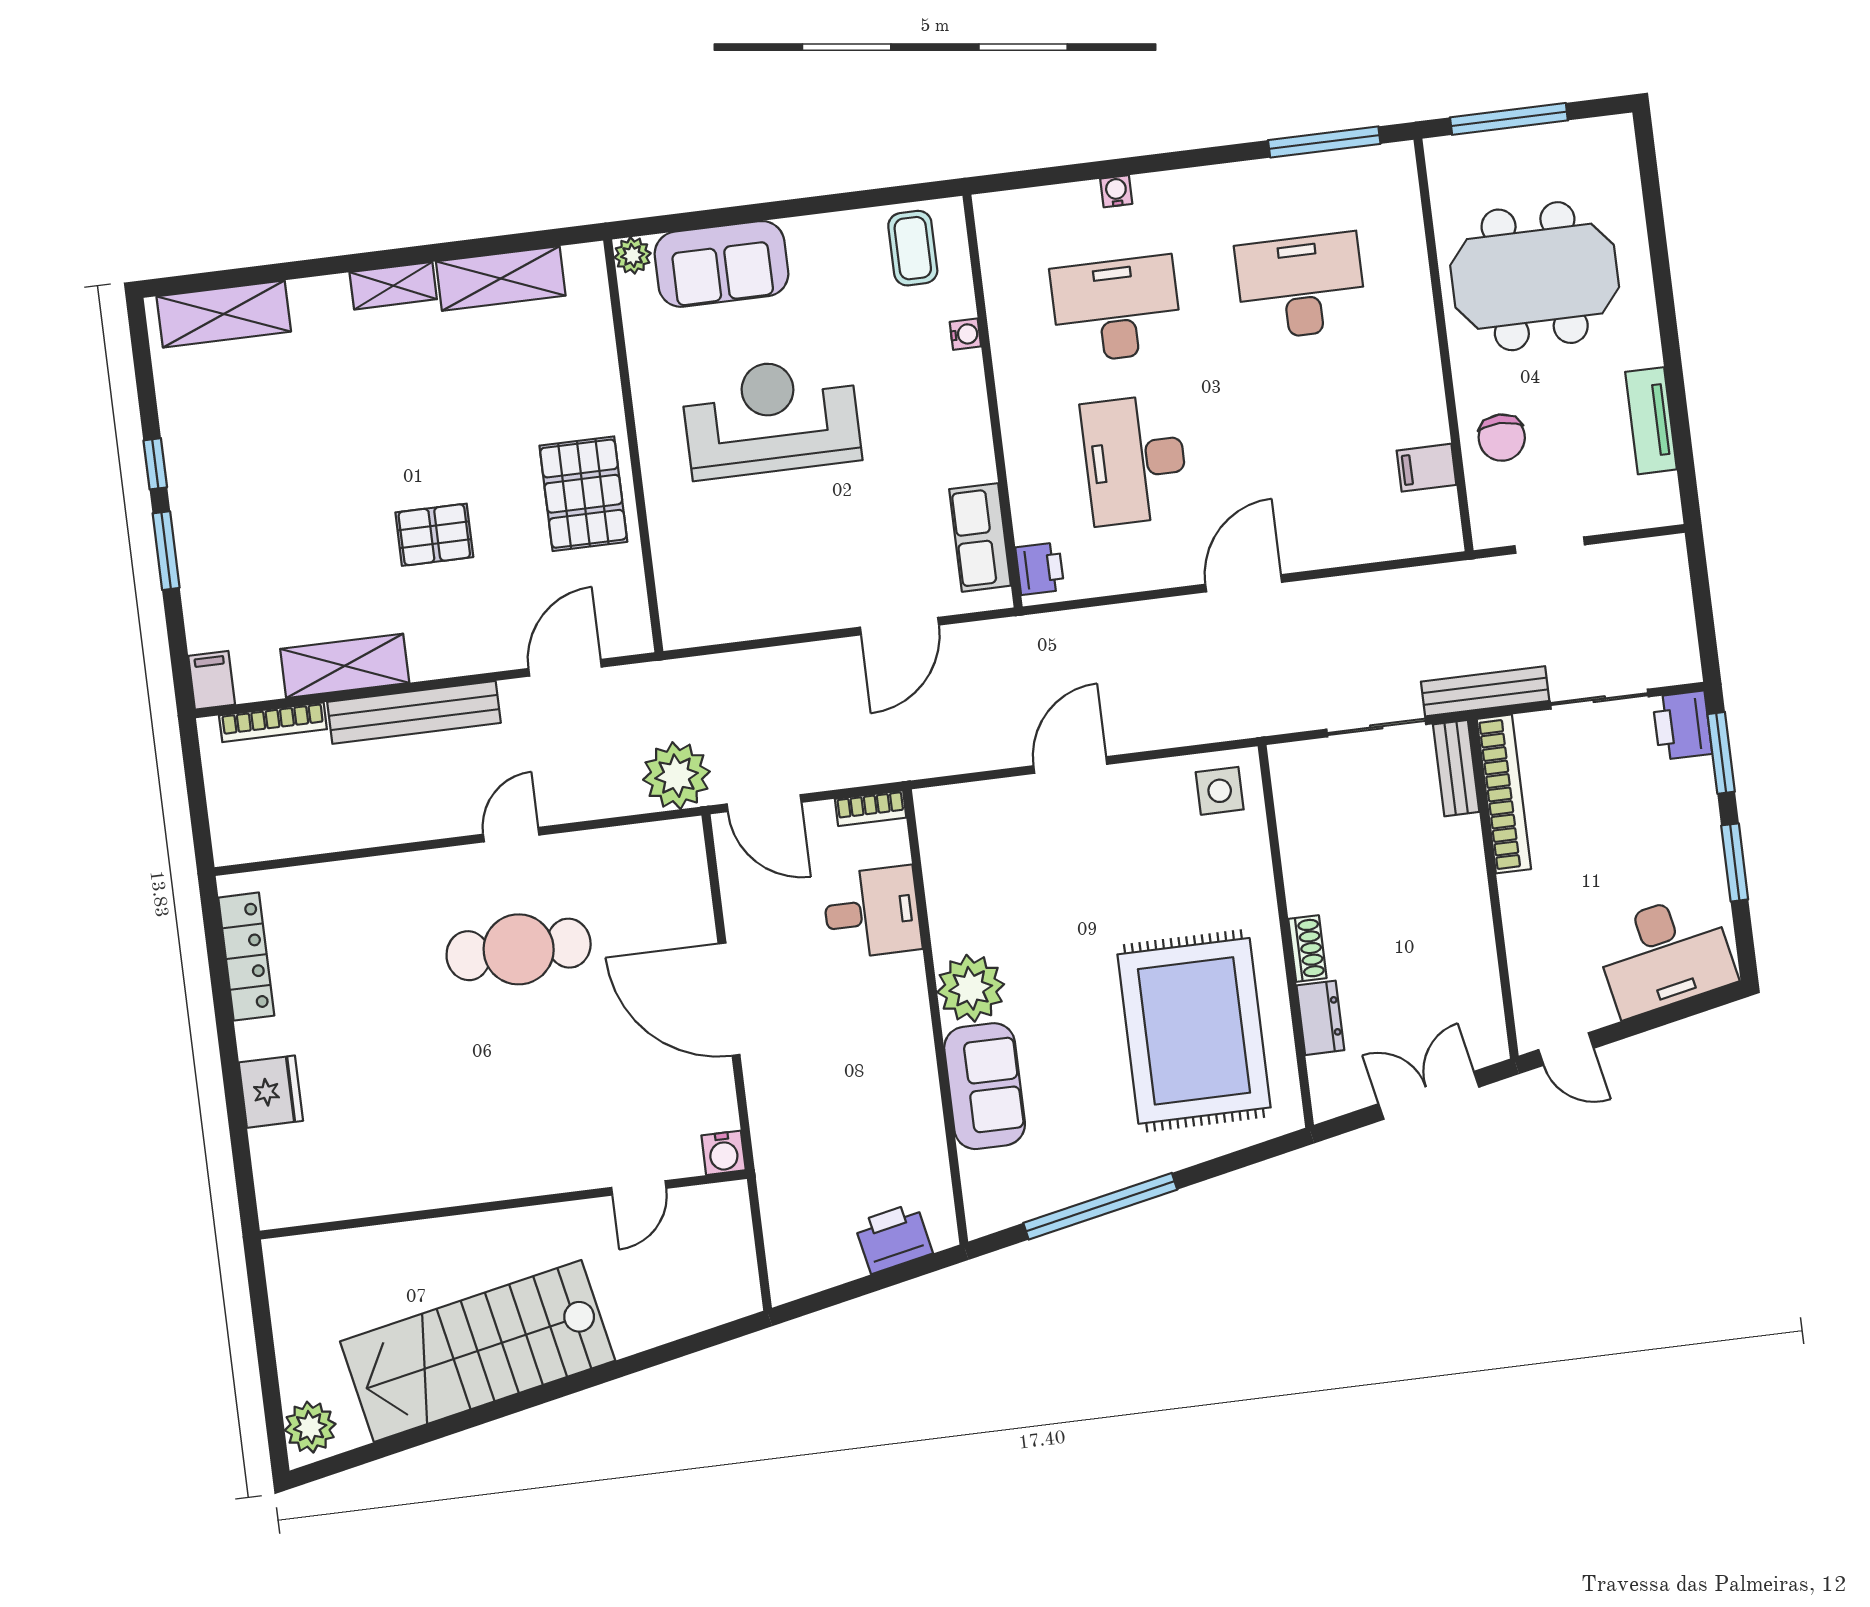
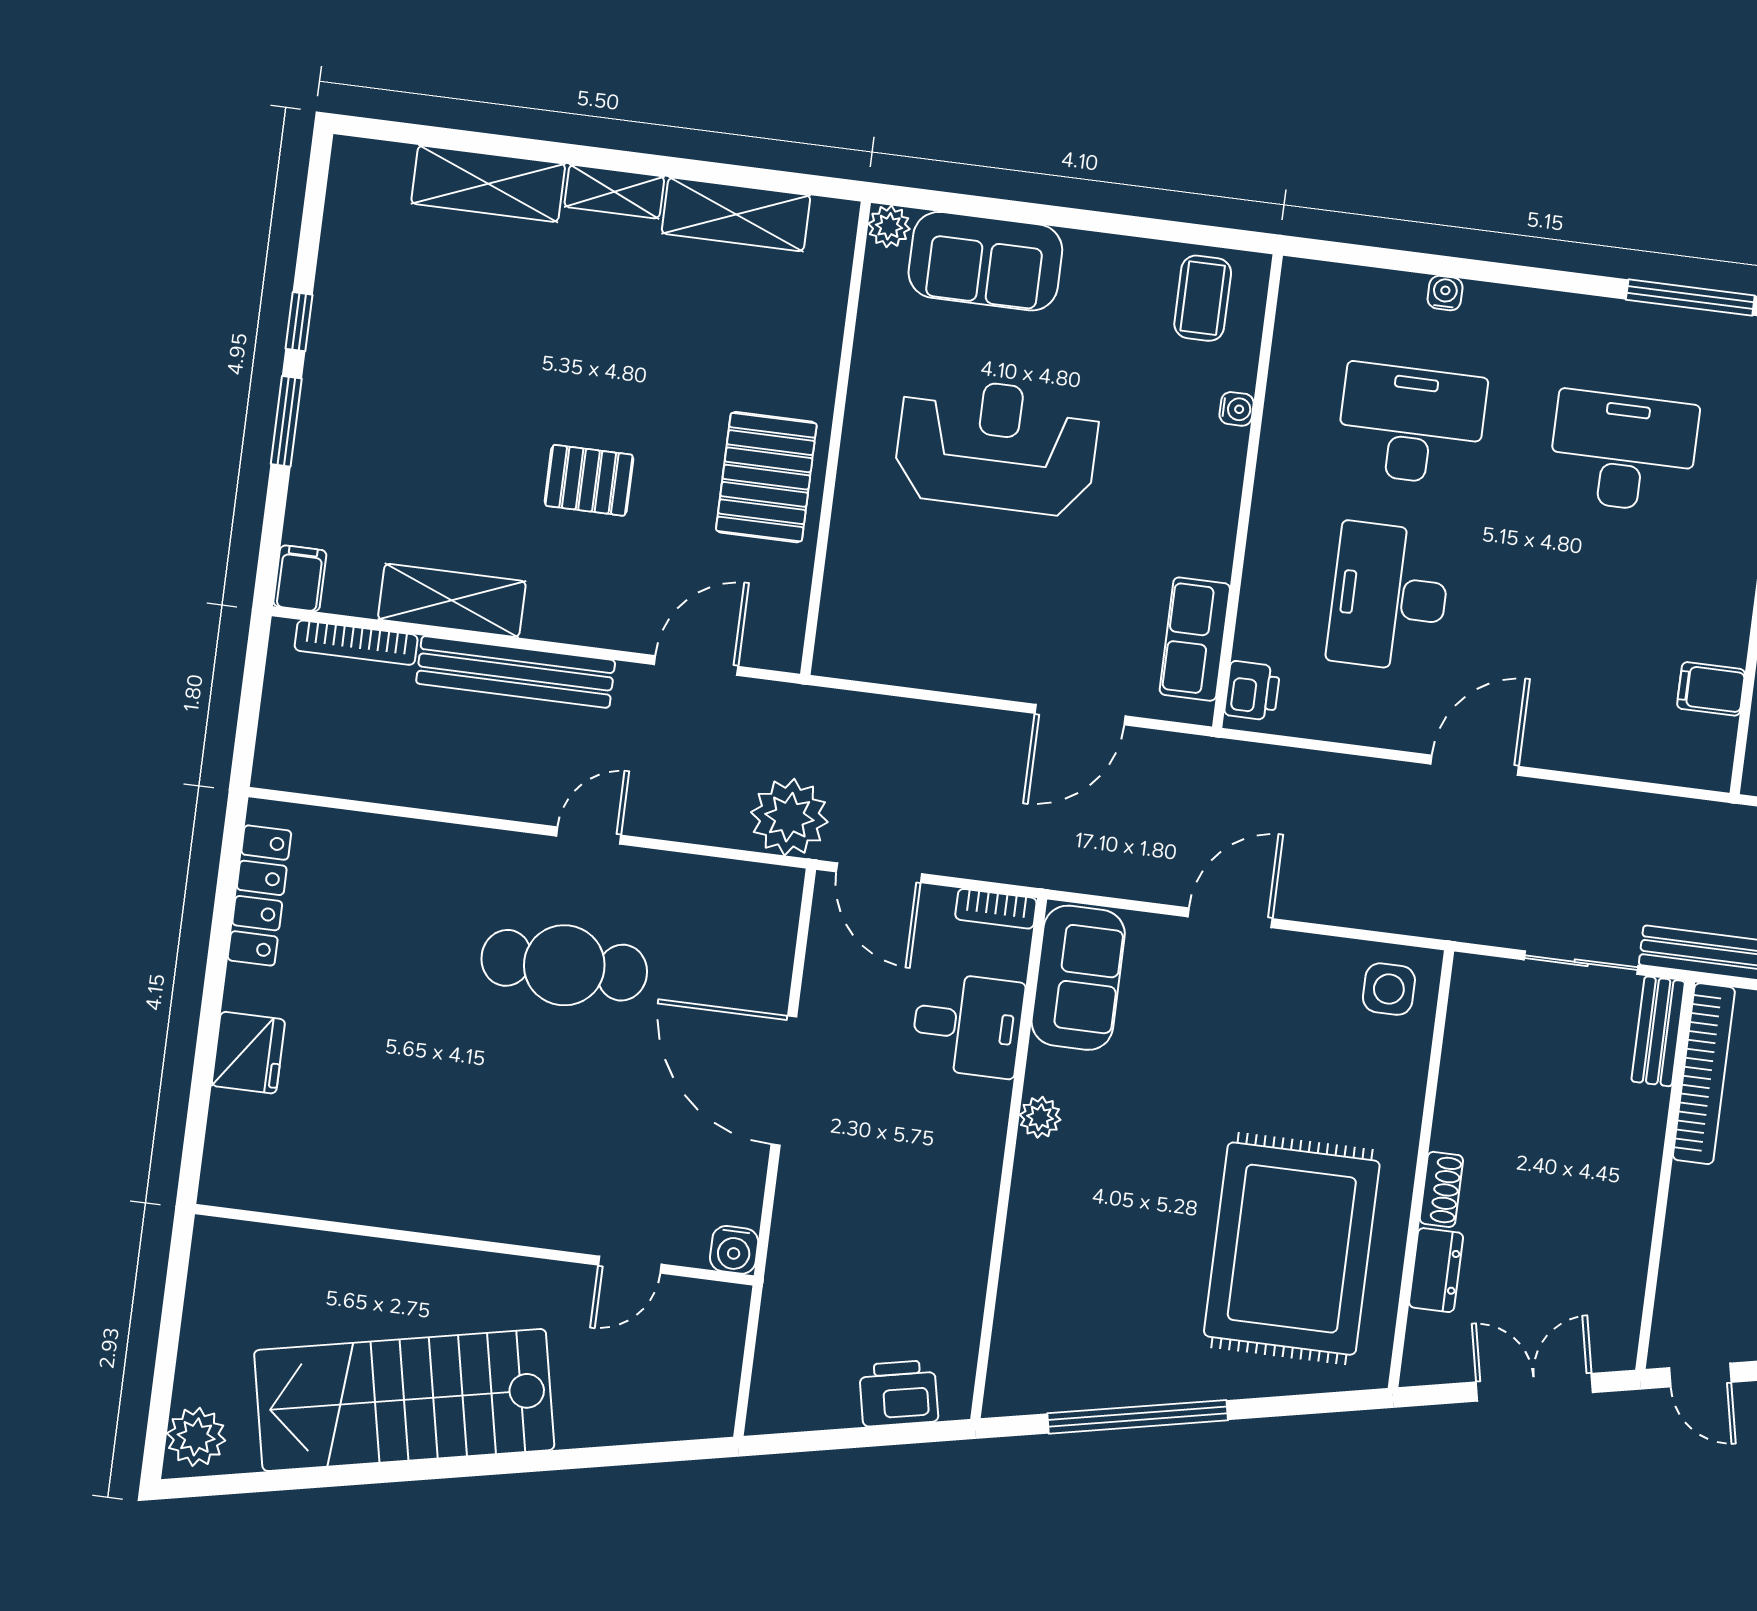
shelving: (224, 314) -> (488, 184), moved
plant: (971, 988) -> (1040, 1117), width x0.53, depth x0.53
sofa: (985, 1086) -> (1078, 978), moved

